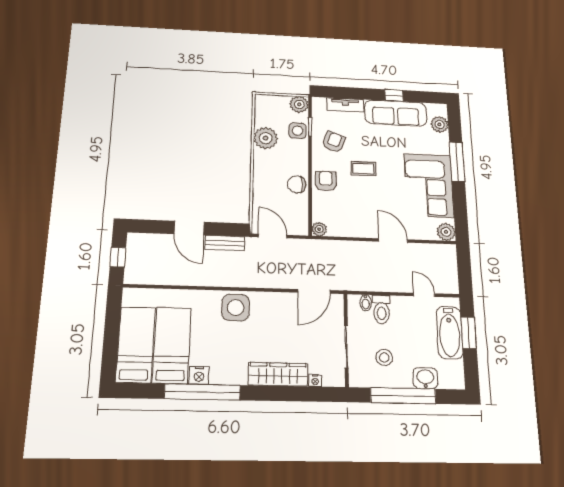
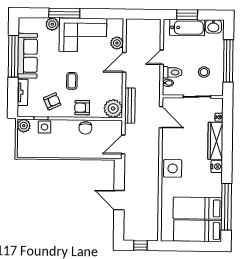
window: (394, 95) -> (13, 56), width x3.17
plant: (440, 124) -> (52, 24), moved
plant: (266, 138) -> (51, 150), removed
armchair: (334, 142) -> (52, 101), turned 136
door: (189, 228) -> (119, 200), swing flipped
plant: (319, 229) -> (113, 108), width x1.87, depth x1.87
plant: (446, 232) -> (117, 43), moved
bench: (225, 243) -> (130, 106), moved, width x1.36
door: (424, 295) -> (162, 57), moved
nightstand: (199, 375) -> (217, 167), moved
washbasin: (425, 378) -> (213, 26), moved, turned -90
window: (202, 392) -> (226, 207), moved

